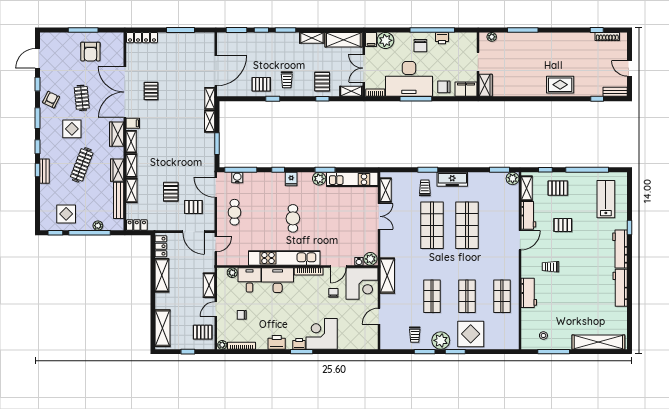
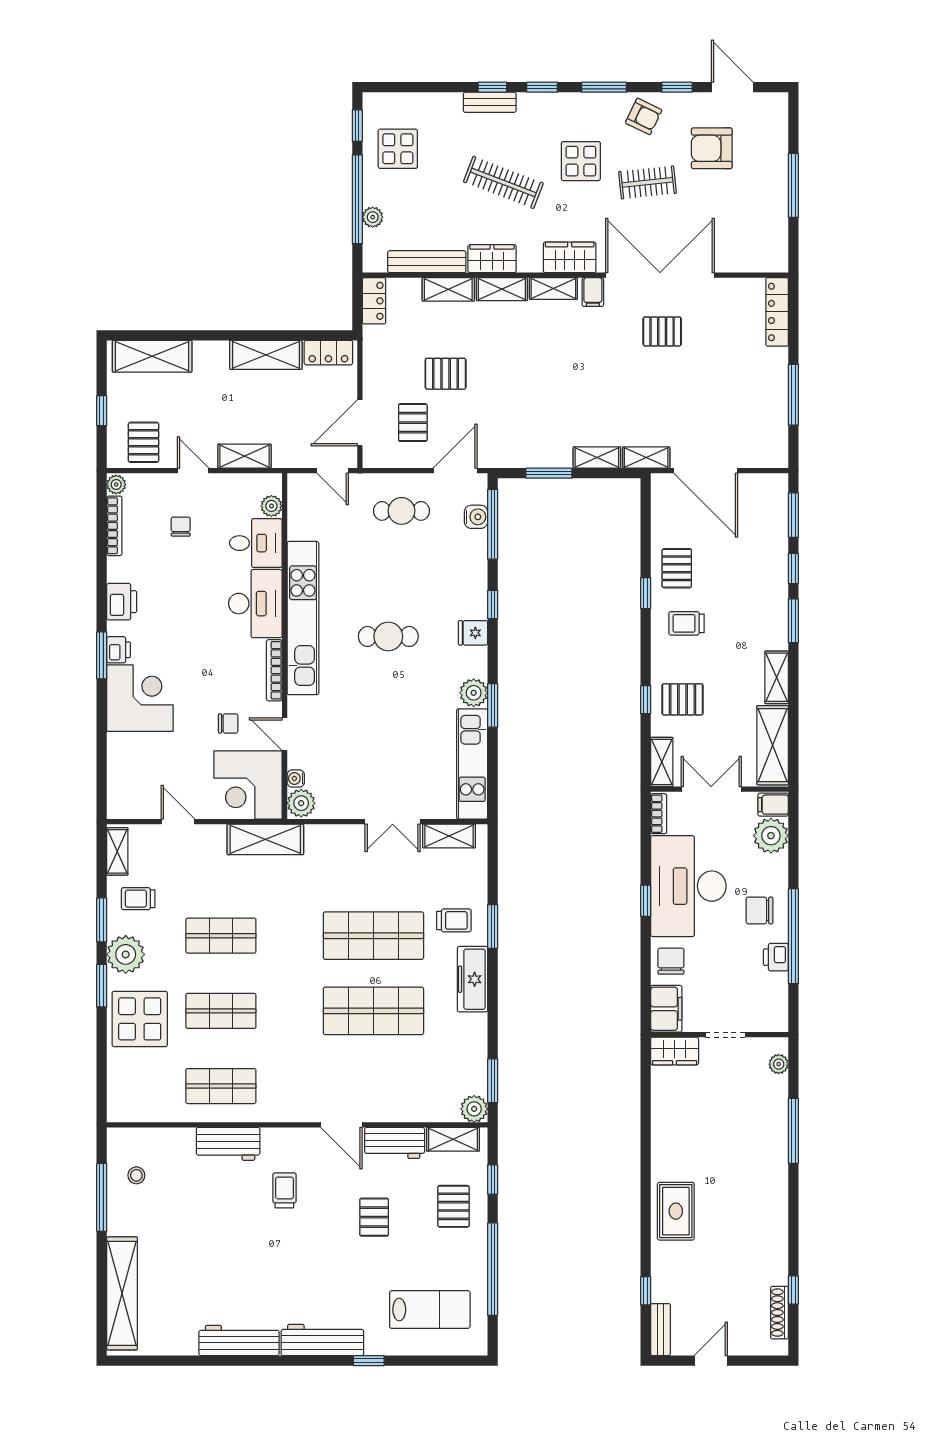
armchair: (90, 52) -> (712, 148), moved
window: (416, 99) -> (646, 901), width x0.46
shelving: (393, 344) -> (117, 851), added

